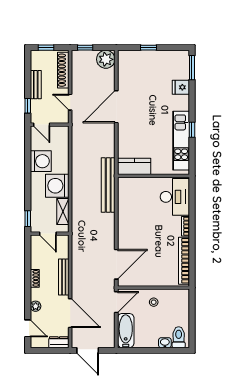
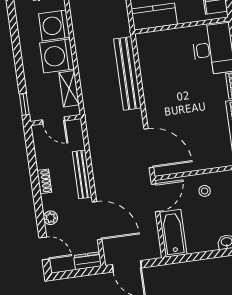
washing machine: (41, 161) -> (54, 25), moved, turned 180
bench: (108, 185) -> (128, 73), moved
door: (116, 264) -> (149, 148), hinge flipped

